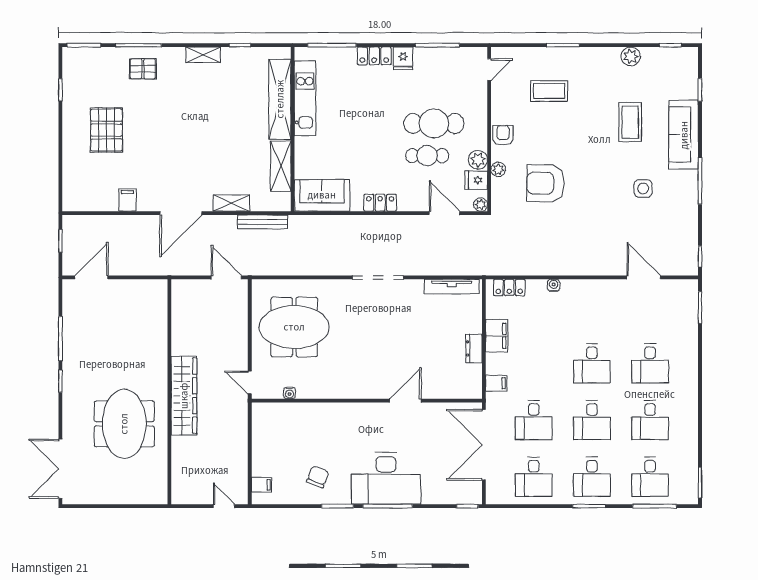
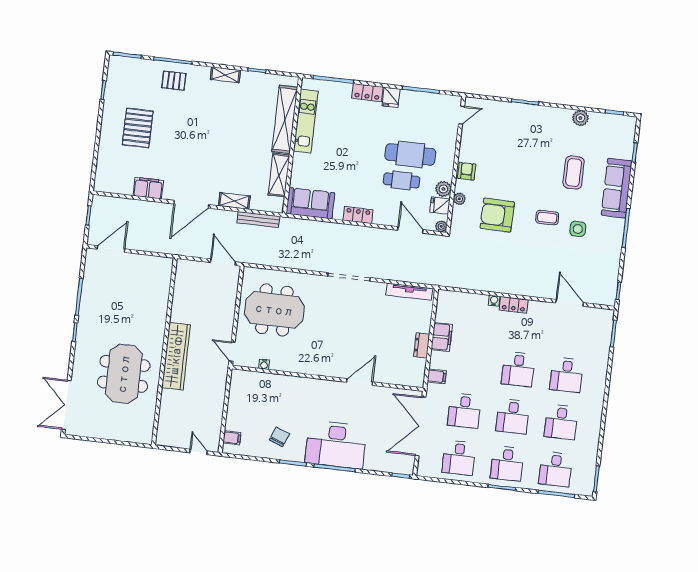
coffee table: (549, 91) -> (547, 218), moved, width x0.73, depth x0.77
filing cabinet: (127, 200) -> (148, 188), width x2.00
locker: (509, 287) -> (514, 305), moved

